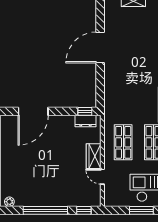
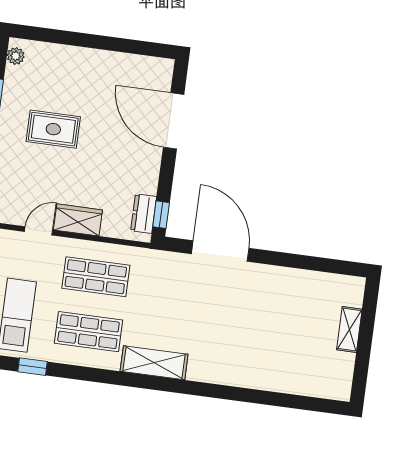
door: (100, 47) -> (220, 251), moved
rug: (46, 176) -> (53, 129), added

